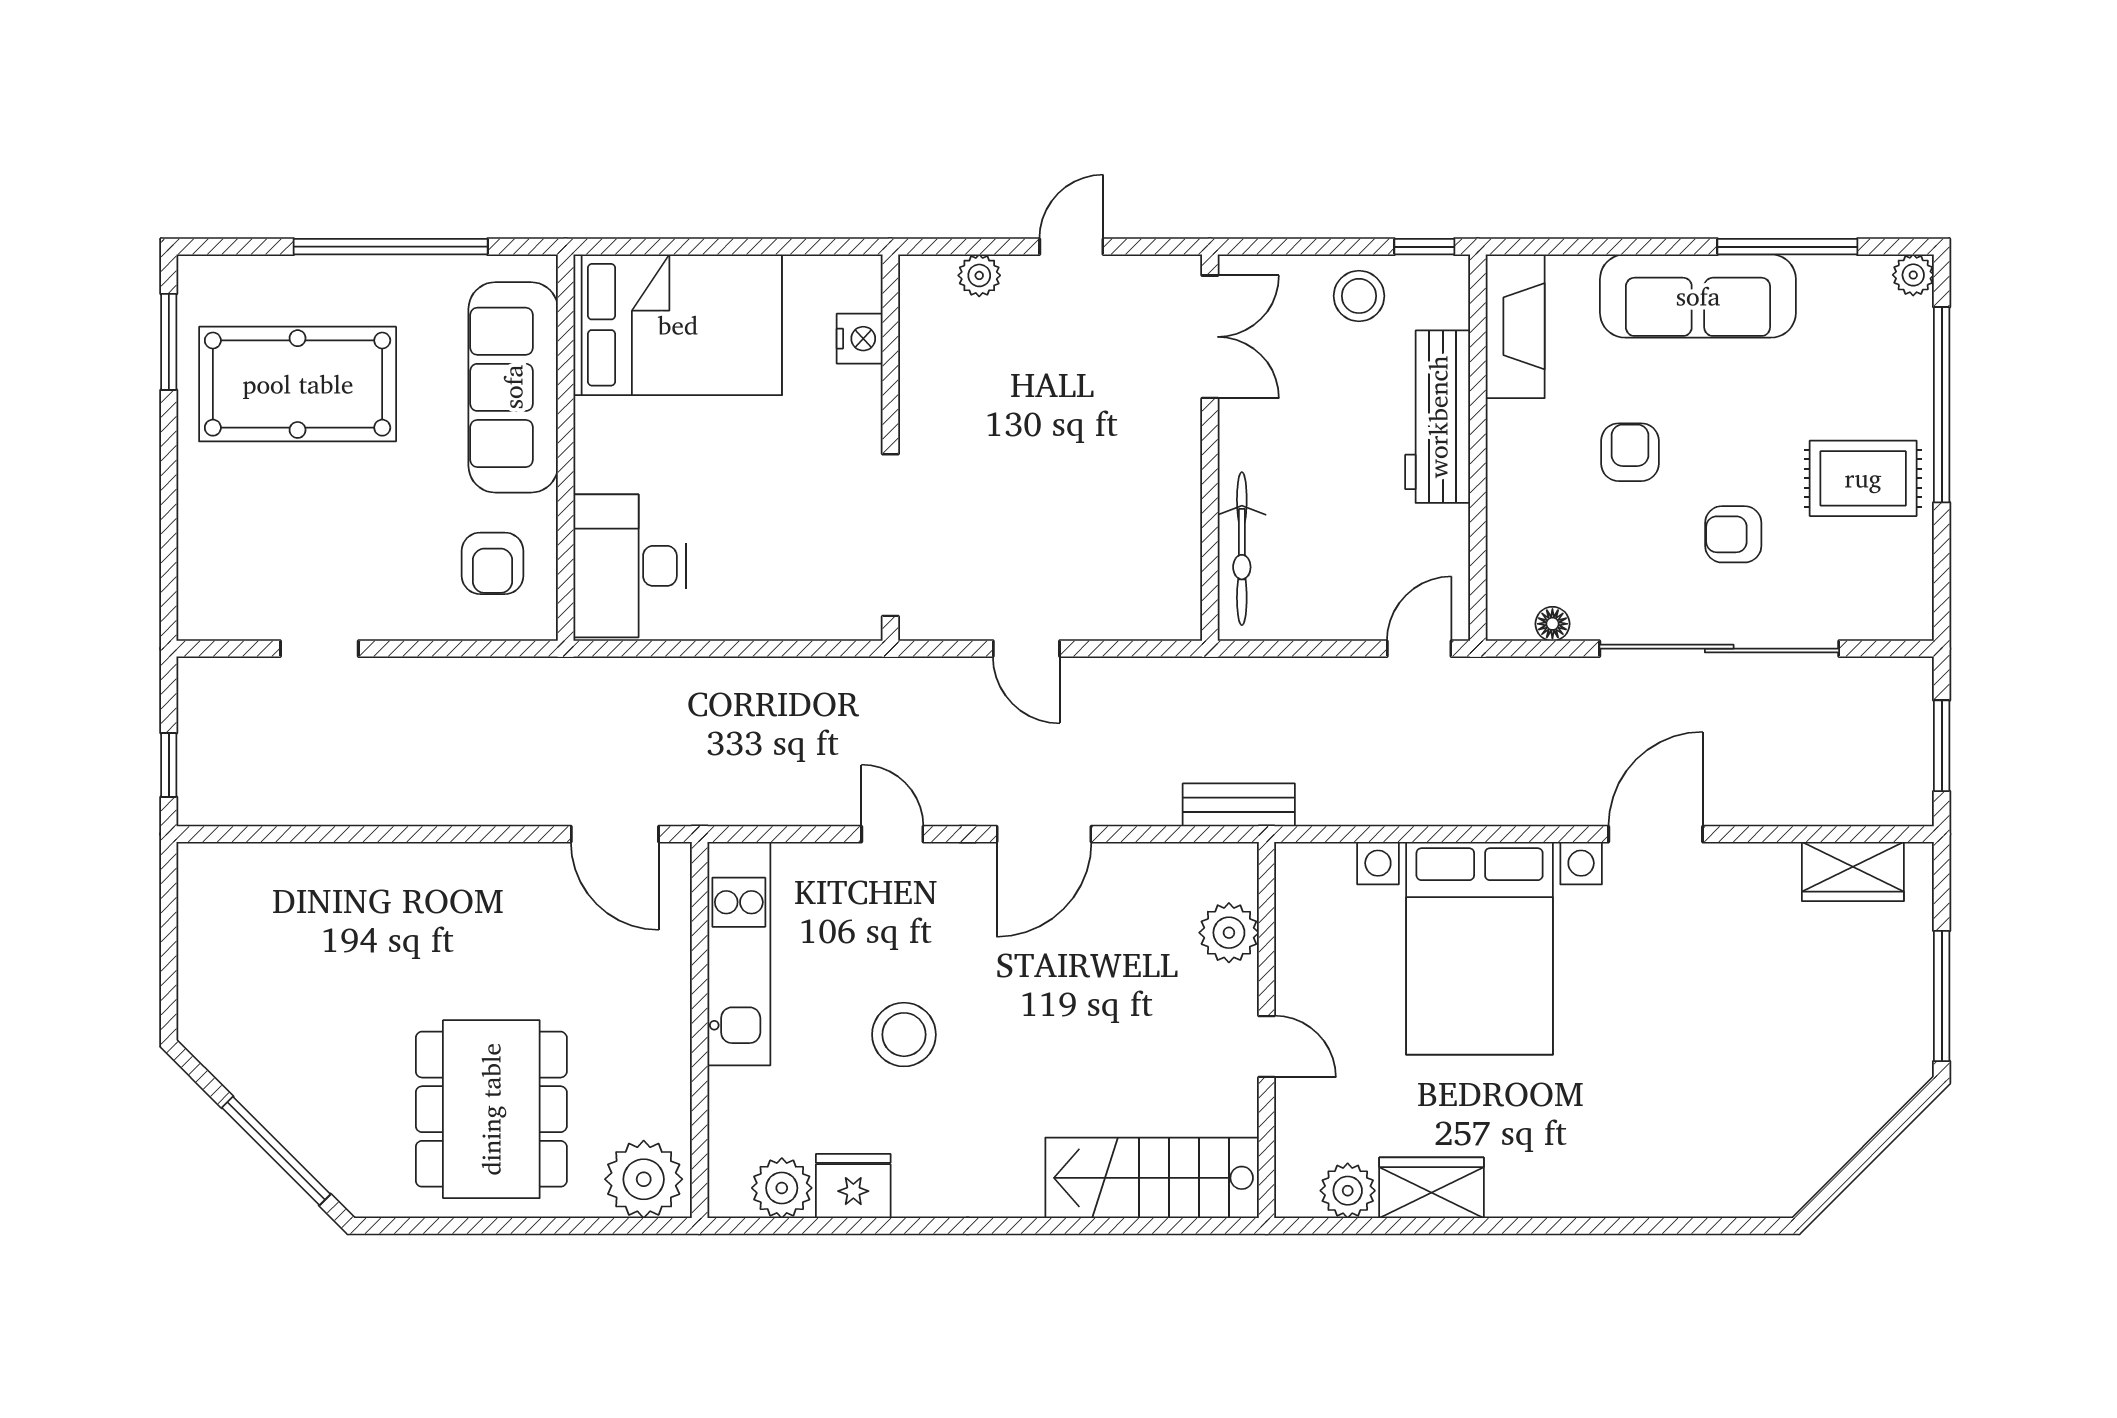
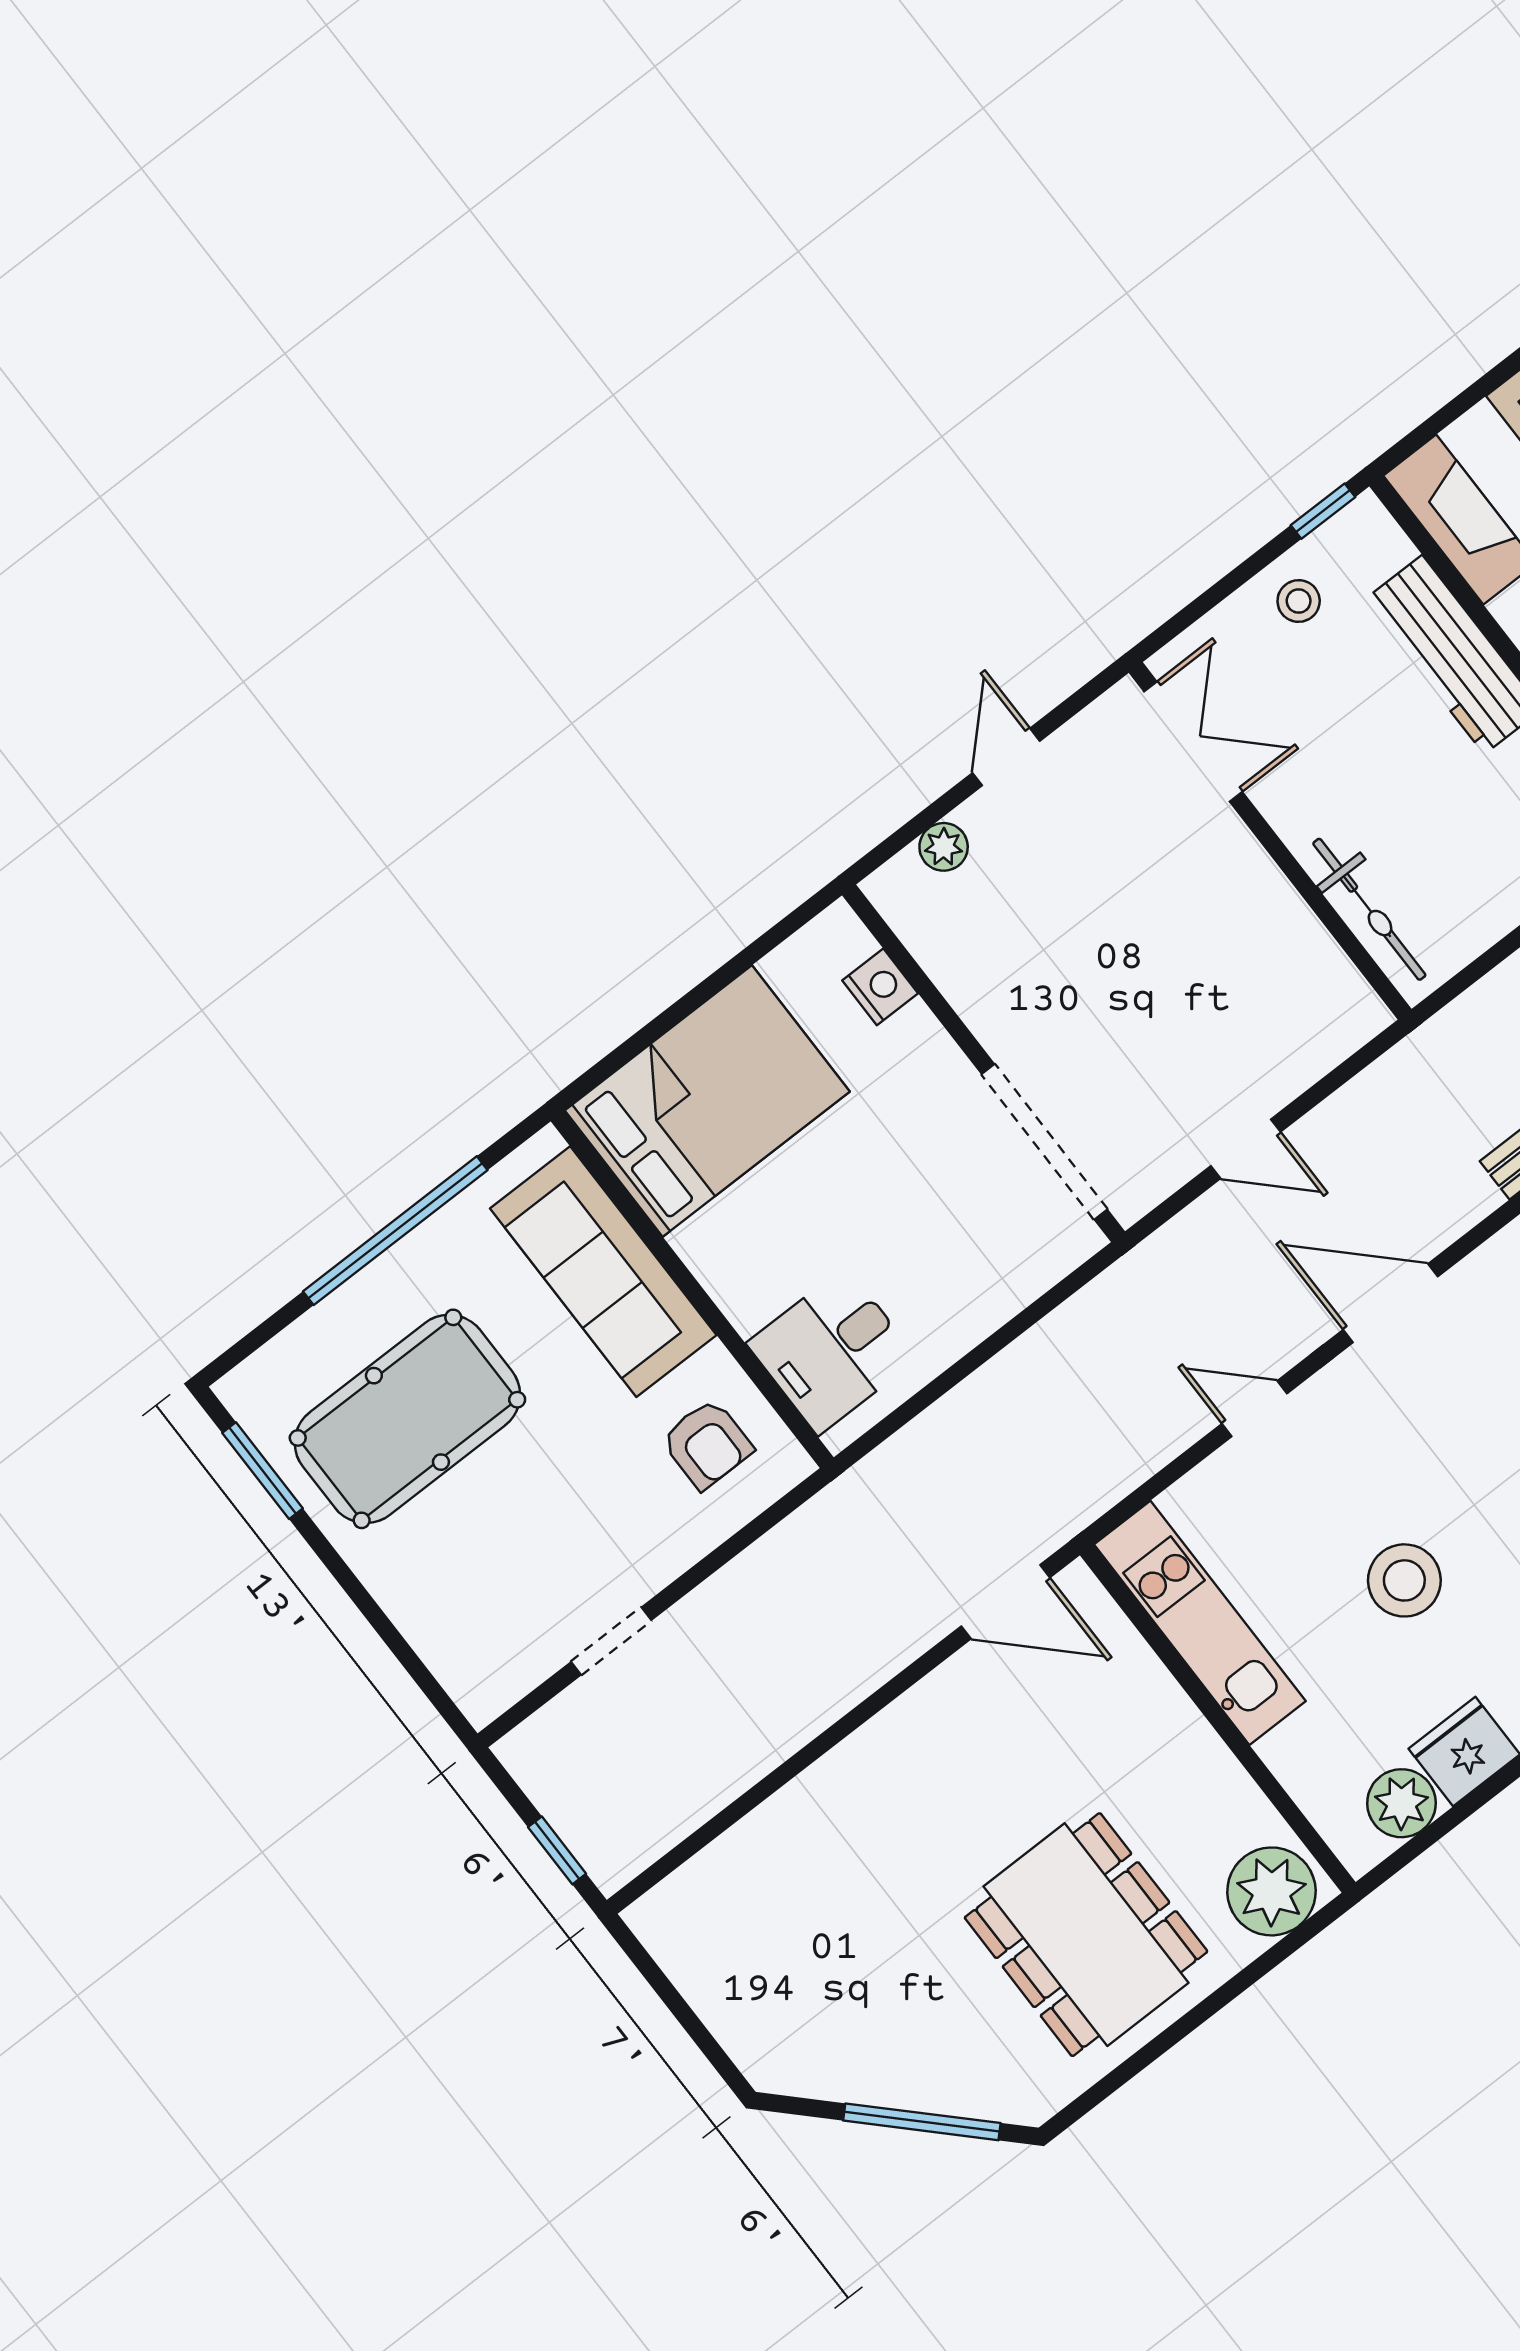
stool: (1359, 296) -> (1299, 601), width x0.73, depth x0.73
desk: (630, 566) -> (832, 1351), width x0.73
door: (1044, 834) -> (1390, 1303), swing flipped

